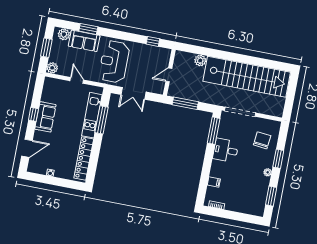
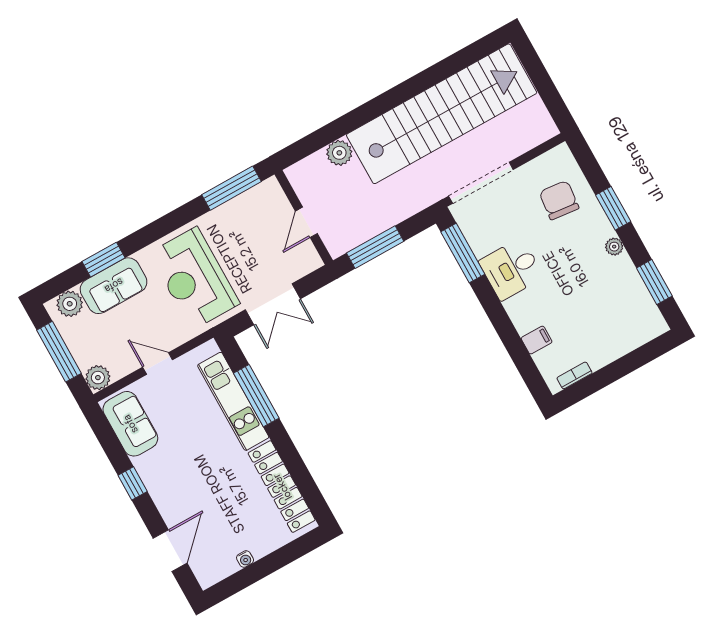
window: (153, 41) -> (231, 188), width x2.17
window: (46, 48) -> (59, 352), width x1.44
sofa: (45, 117) -> (130, 424), moved

